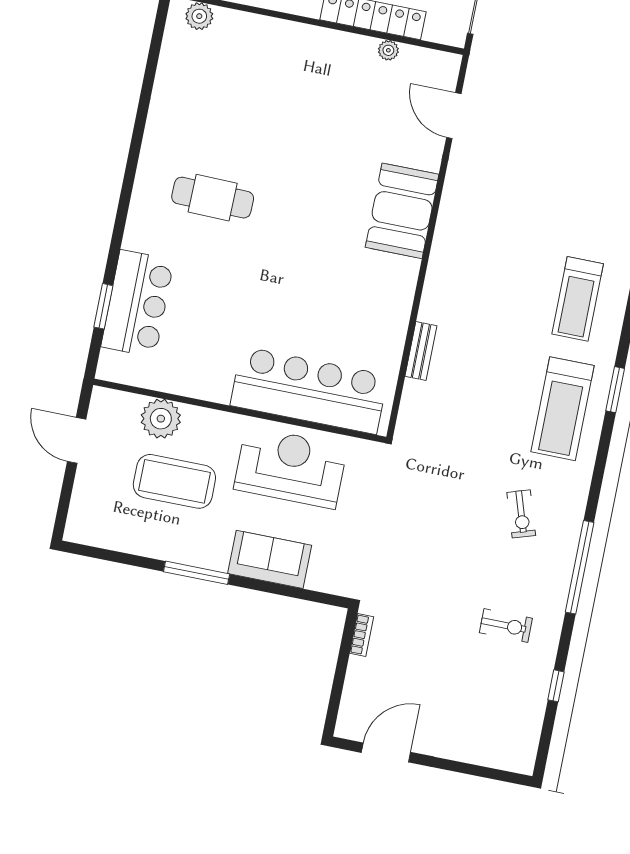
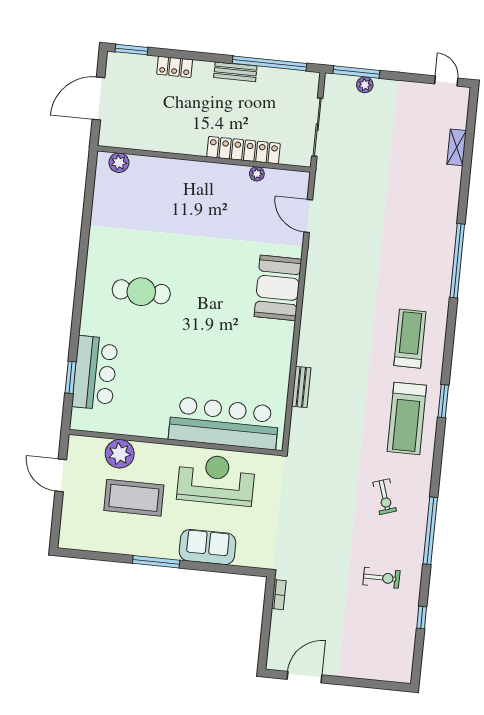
treadmill: (578, 299) -> (410, 339), turned 180

